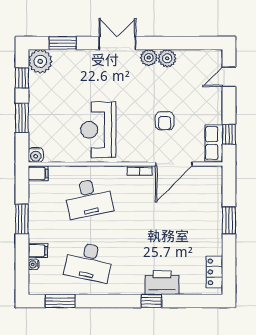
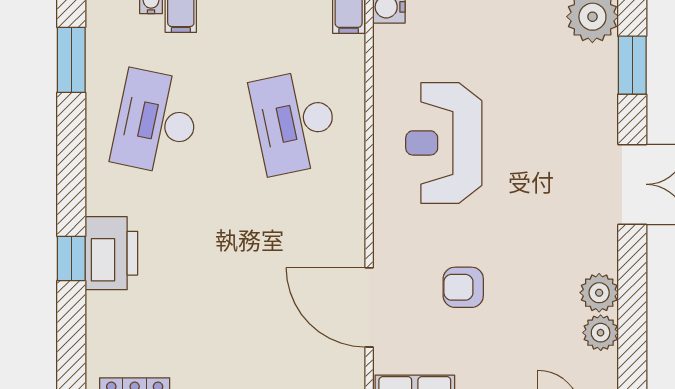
plant: (149, 58) -> (601, 333), moved
reception desk: (98, 130) -> (444, 143), turned -90
bookcase: (140, 171) -> (355, 233), removed
printer: (162, 283) -> (111, 253), moved

